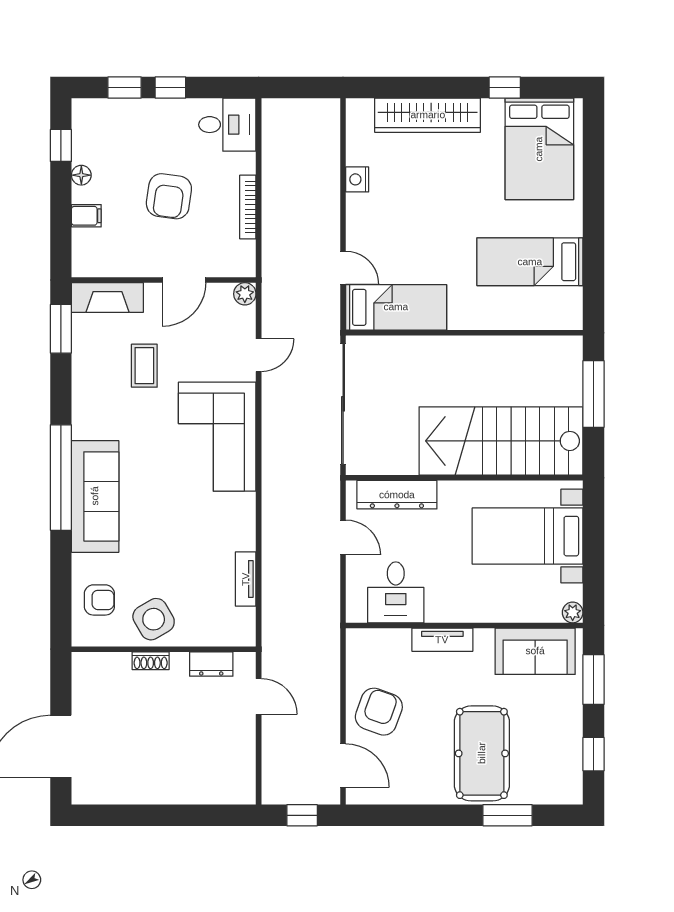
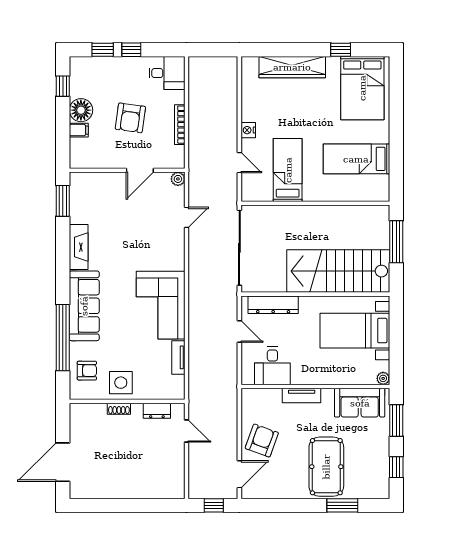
floor lamp: (81, 175) -> (81, 110), width x1.89, depth x1.89
nightstand: (357, 179) -> (248, 130), moved
fireplace: (107, 297) -> (79, 247), moved, turned -90
bed: (396, 307) -> (288, 170), moved, turned -90
coffee table: (144, 366) -> (115, 224), removed
corner sofa: (217, 437) -> (161, 305), moved
window: (61, 478) -> (63, 338), moved
side table: (154, 619) -> (121, 383), turned 30
door: (343, 766) -> (239, 474), hinge flipped

